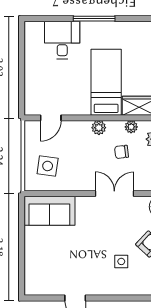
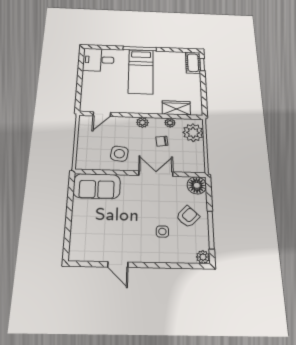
desk: (62, 40) -> (98, 60), moved, turned -90
bed: (106, 82) -> (141, 72), moved, turned 180
side table: (48, 166) -> (119, 154), moved

